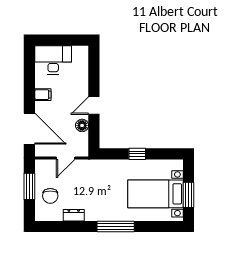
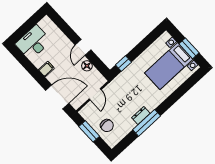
window: (137, 154) -> (123, 64), moved
dresser: (74, 215) -> (141, 116), moved
window: (116, 226) -> (147, 123), moved

